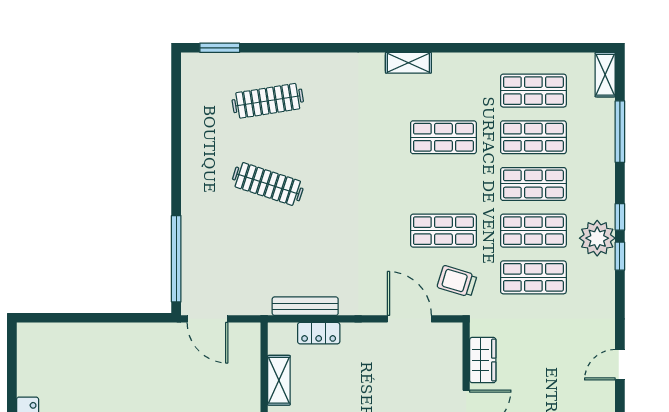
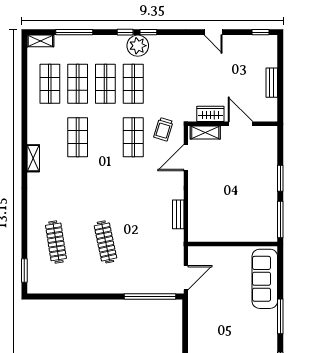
clothes rail: (268, 184) -> (105, 242), turned -30
shop shelf: (533, 277) -> (161, 84), removed
bench: (305, 306) -> (178, 214), width x0.73
locker: (319, 333) -> (194, 212), removed
shelving: (279, 380) -> (205, 133), moved

